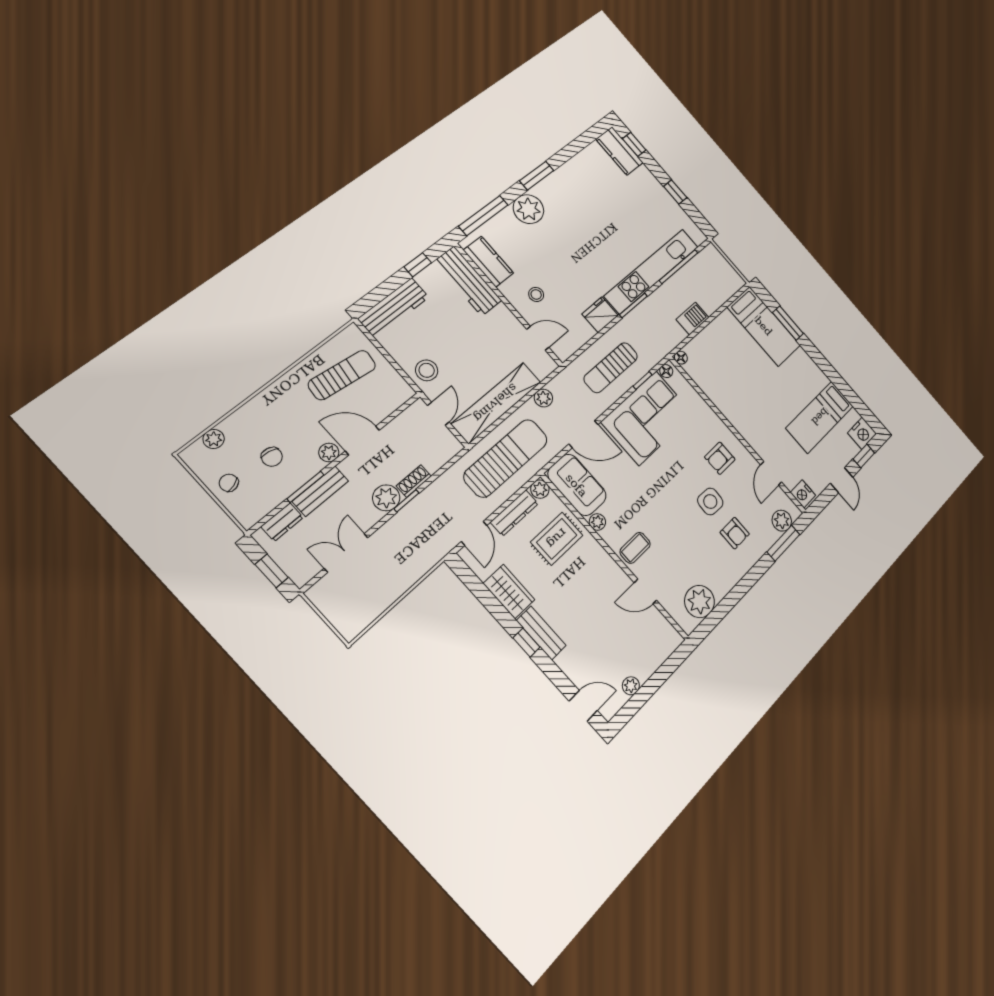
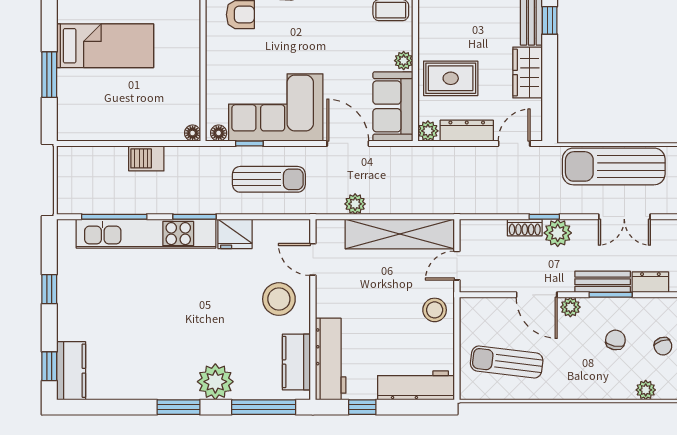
stool: (536, 294) -> (279, 299), width x1.89, depth x1.89
bed: (764, 326) -> (105, 46), moved, turned 90
sun lounger: (506, 458) -> (614, 166), moved

